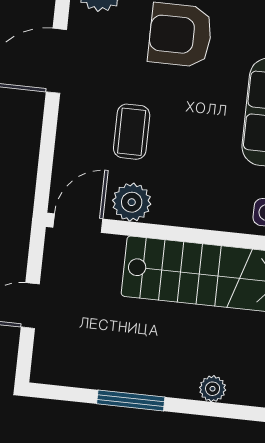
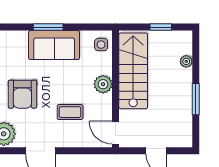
plant: (132, 202) -> (103, 84), moved

